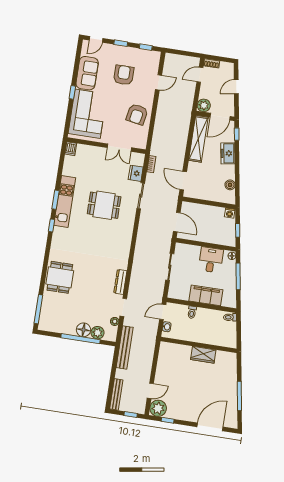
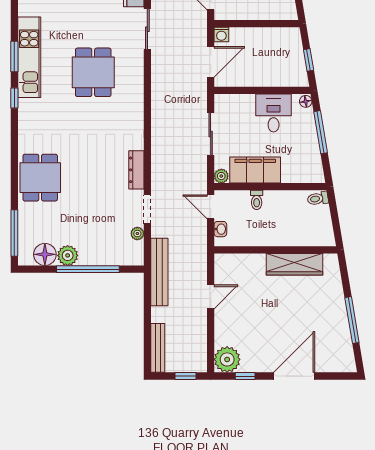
dining table: (104, 205) -> (93, 72), moved, turned 90
washing machine: (230, 213) -> (221, 35), moved
door: (177, 222) -> (211, 62), hinge flipped
plant: (172, 294) -> (221, 176), added
filing cabinet: (206, 295) -> (255, 170), moved
door: (163, 312) -> (211, 207), hinge flipped
floor lamp: (84, 330) -> (45, 254), moved
plant: (98, 333) -> (68, 255), moved
wardrobe: (203, 355) -> (294, 264), width x1.50
door: (150, 391) -> (211, 297), moved
door: (210, 427) -> (294, 376), moved

